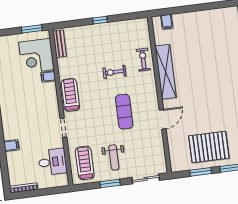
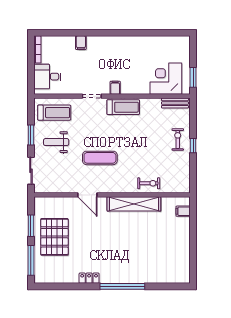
exercise bike: (114, 72) -> (178, 140), moved
filing cabinet: (48, 76) -> (115, 88), moved
desk: (52, 162) -> (47, 77), moved, turned 90

